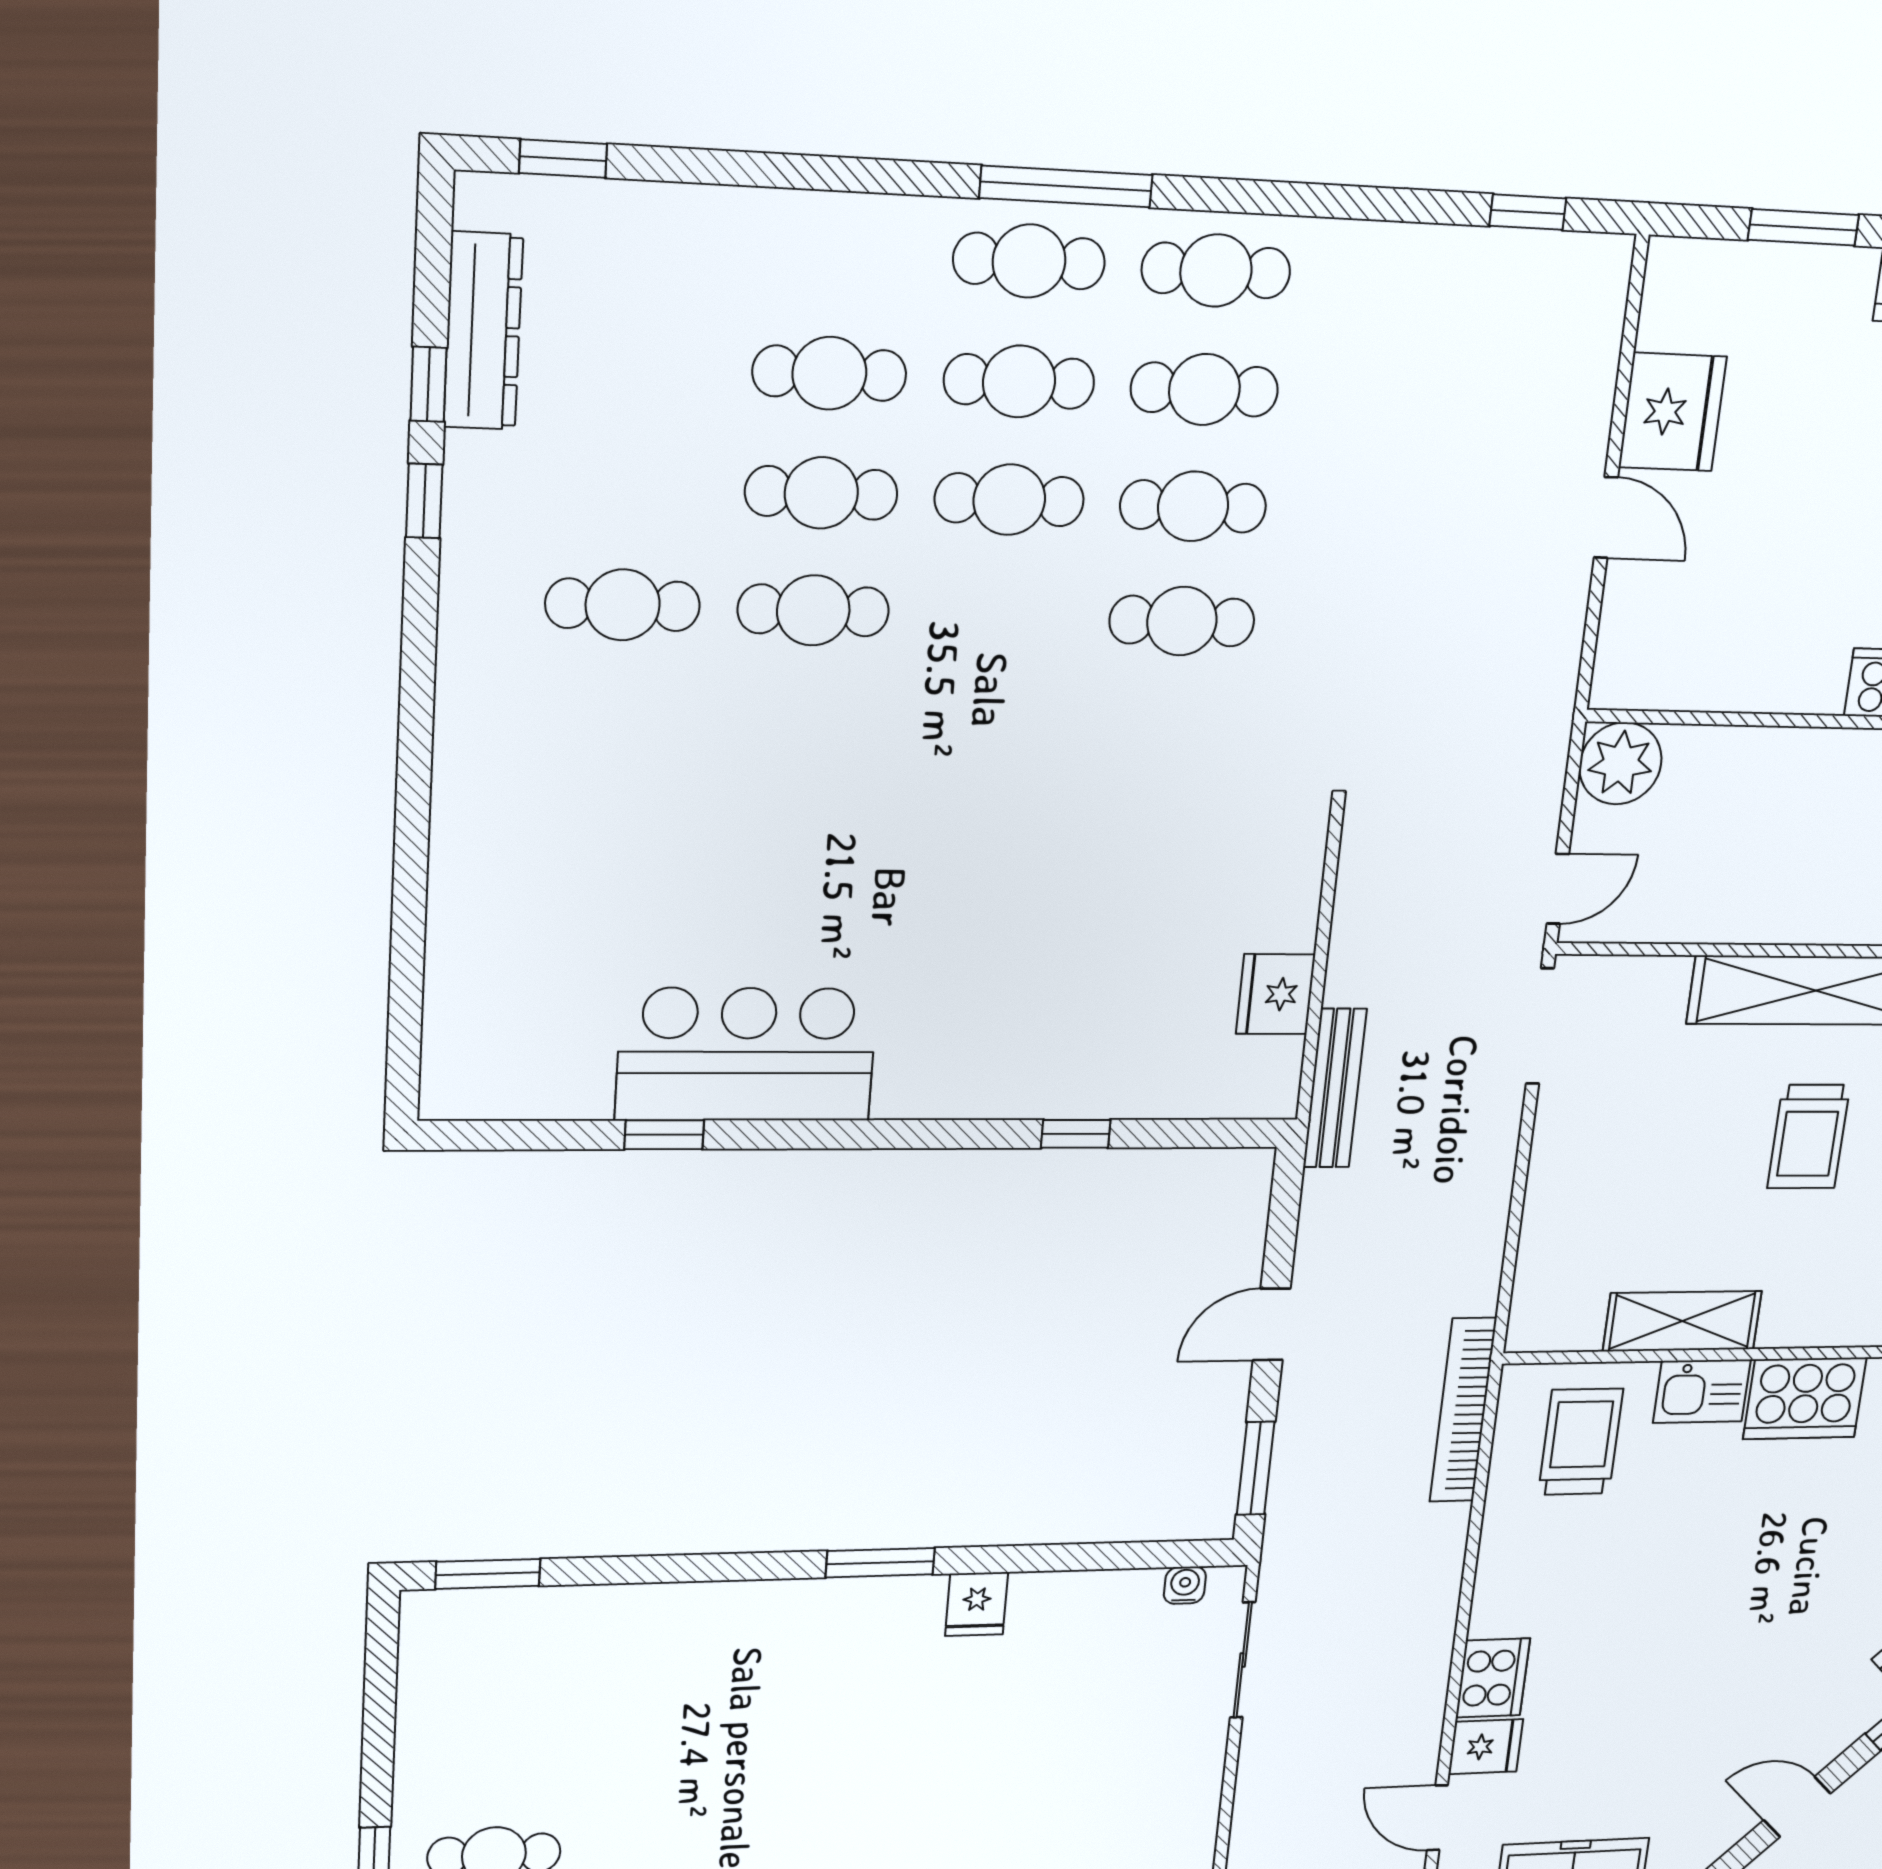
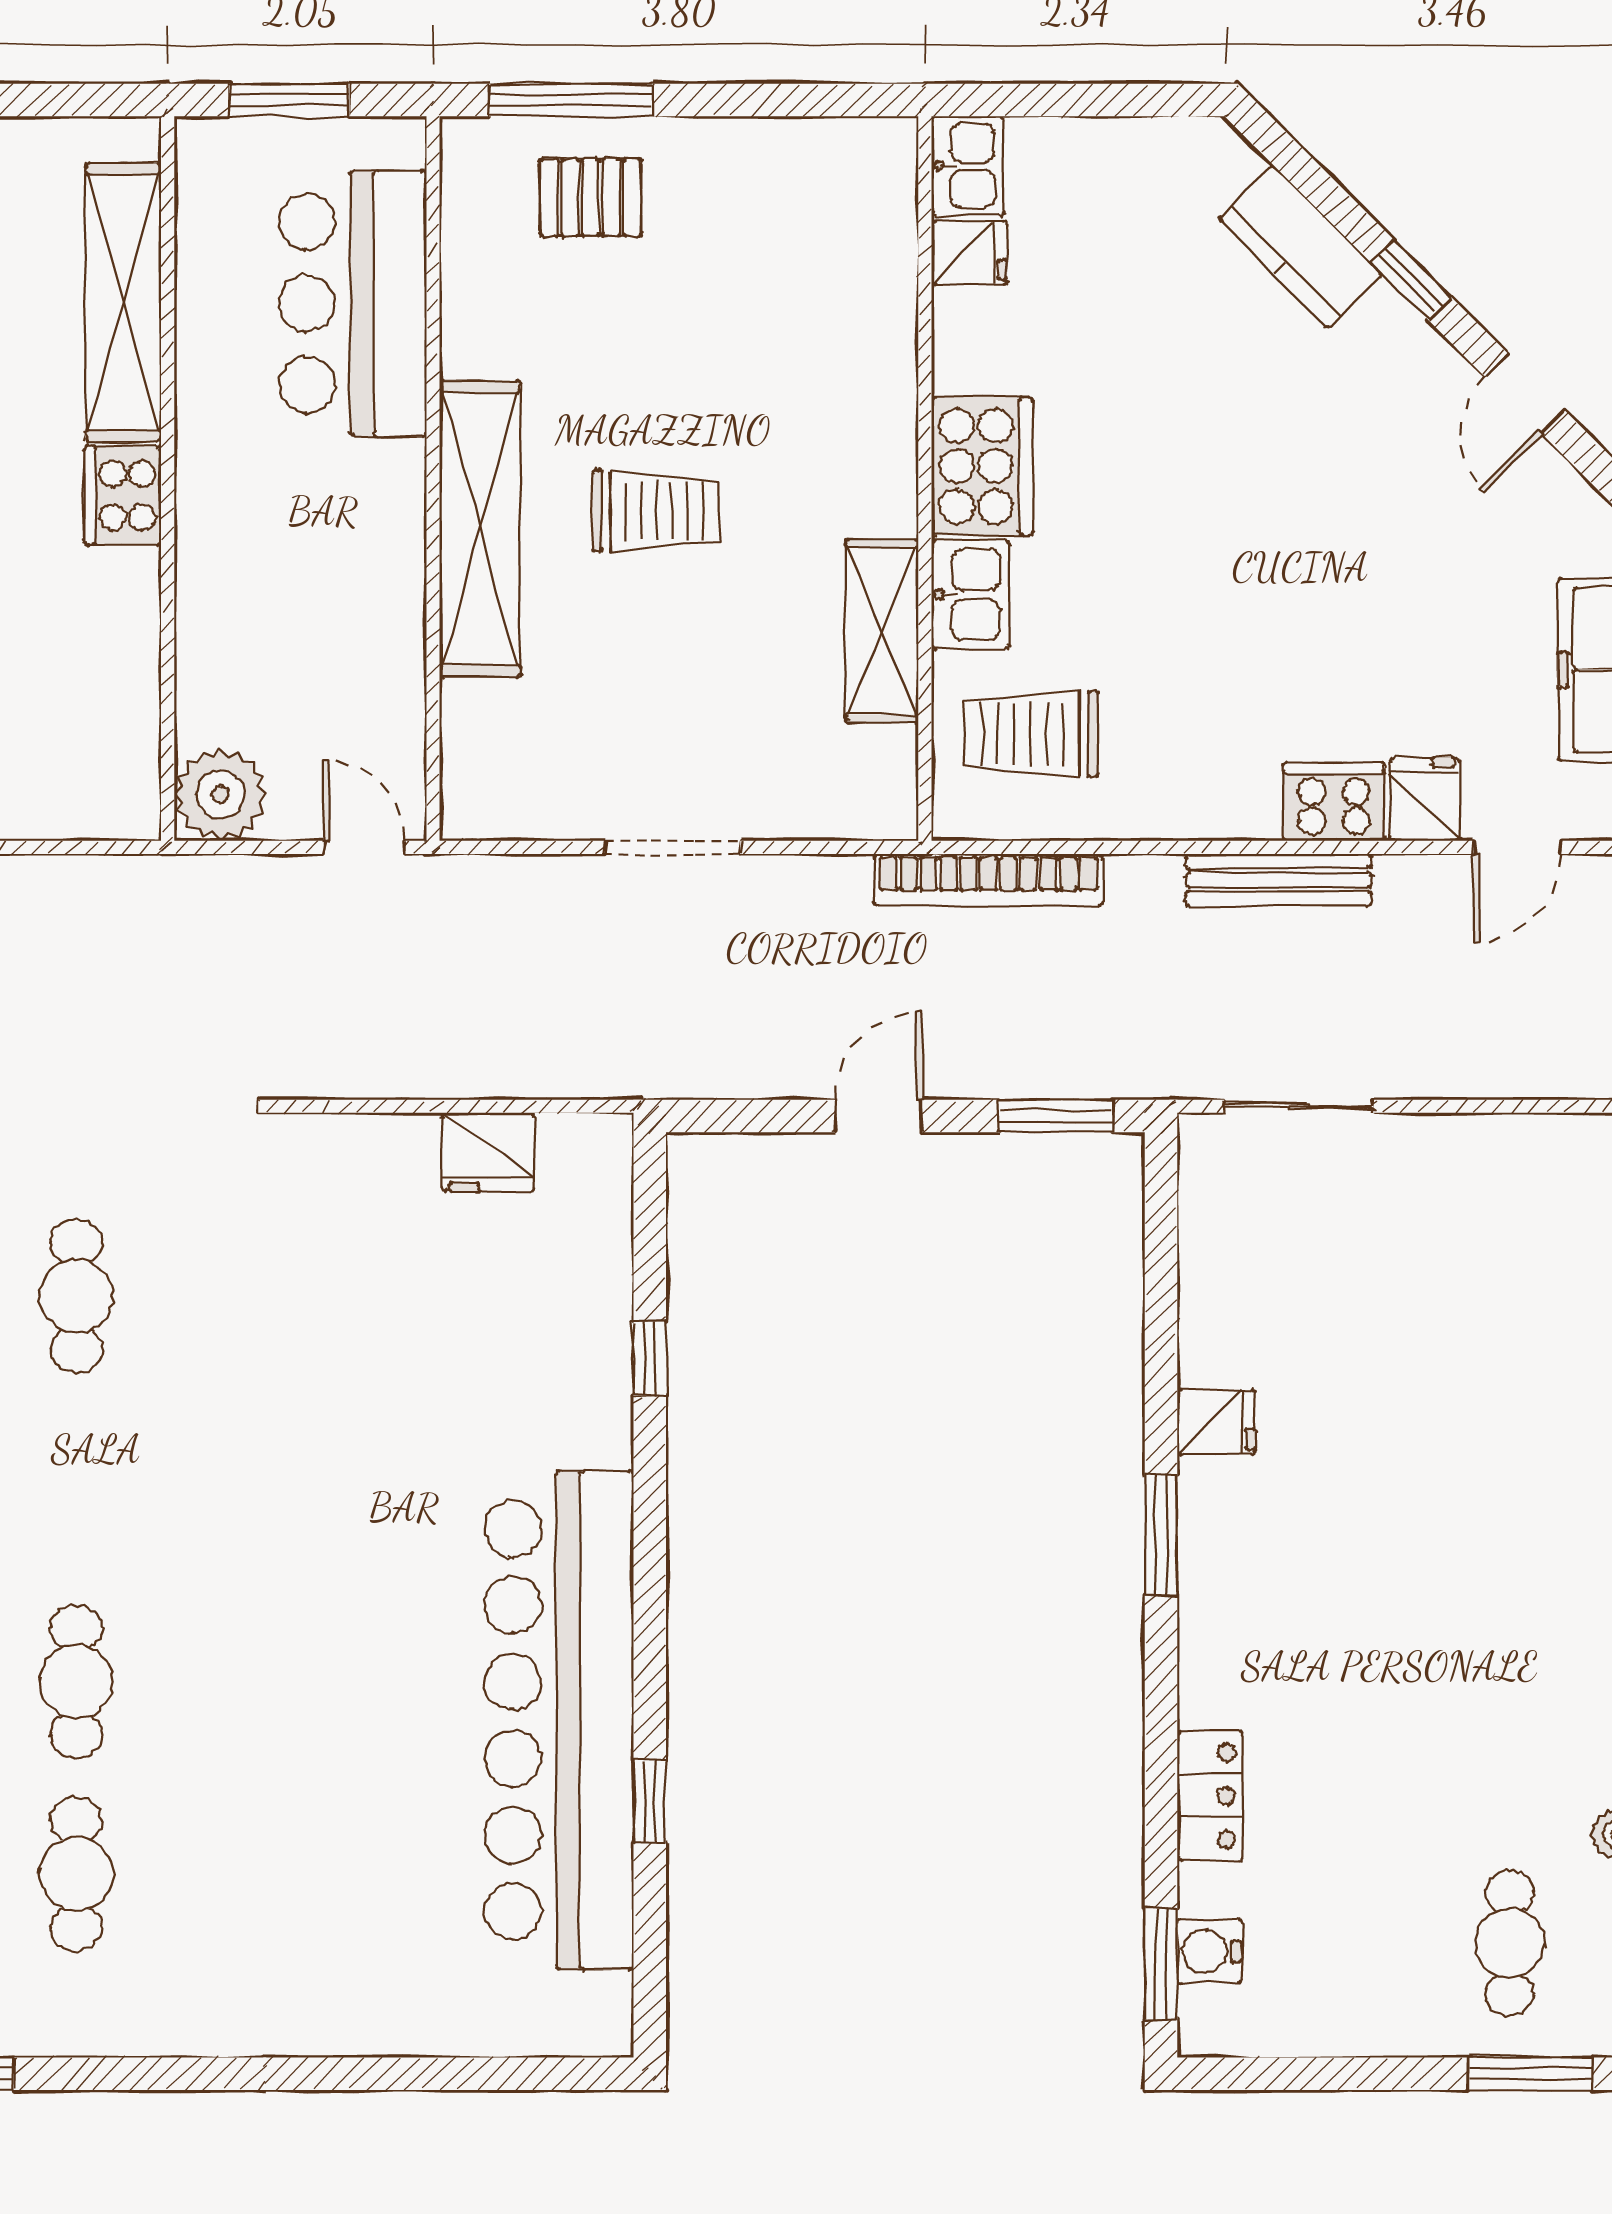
doorway: (1540, 1026) -> (672, 847), moved
bar counter: (746, 1054) -> (559, 1720), width x1.86
bench: (1335, 1088) -> (1279, 880), moved
door: (1272, 1324) -> (879, 1116), swing flipped
water cooler: (1185, 1585) -> (1209, 1951), moved, width x1.38, depth x1.38
locker: (641, 1610) -> (1210, 1796), added

